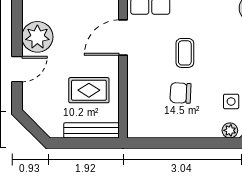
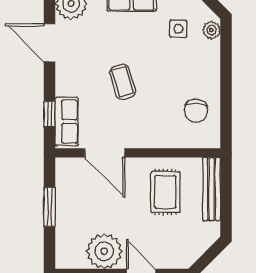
coffee table: (185, 53) -> (123, 82), turned 73
chair: (181, 93) -> (196, 111), moved

